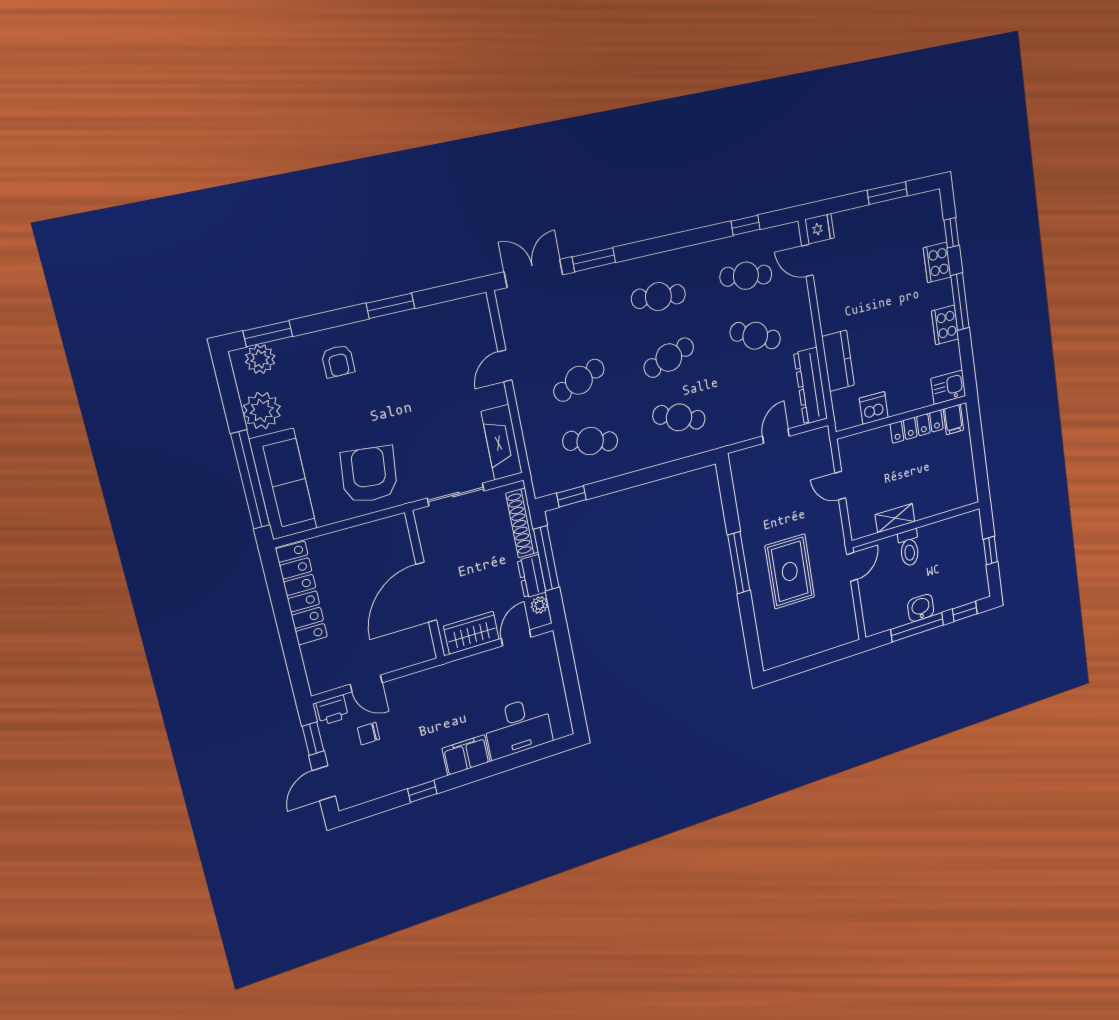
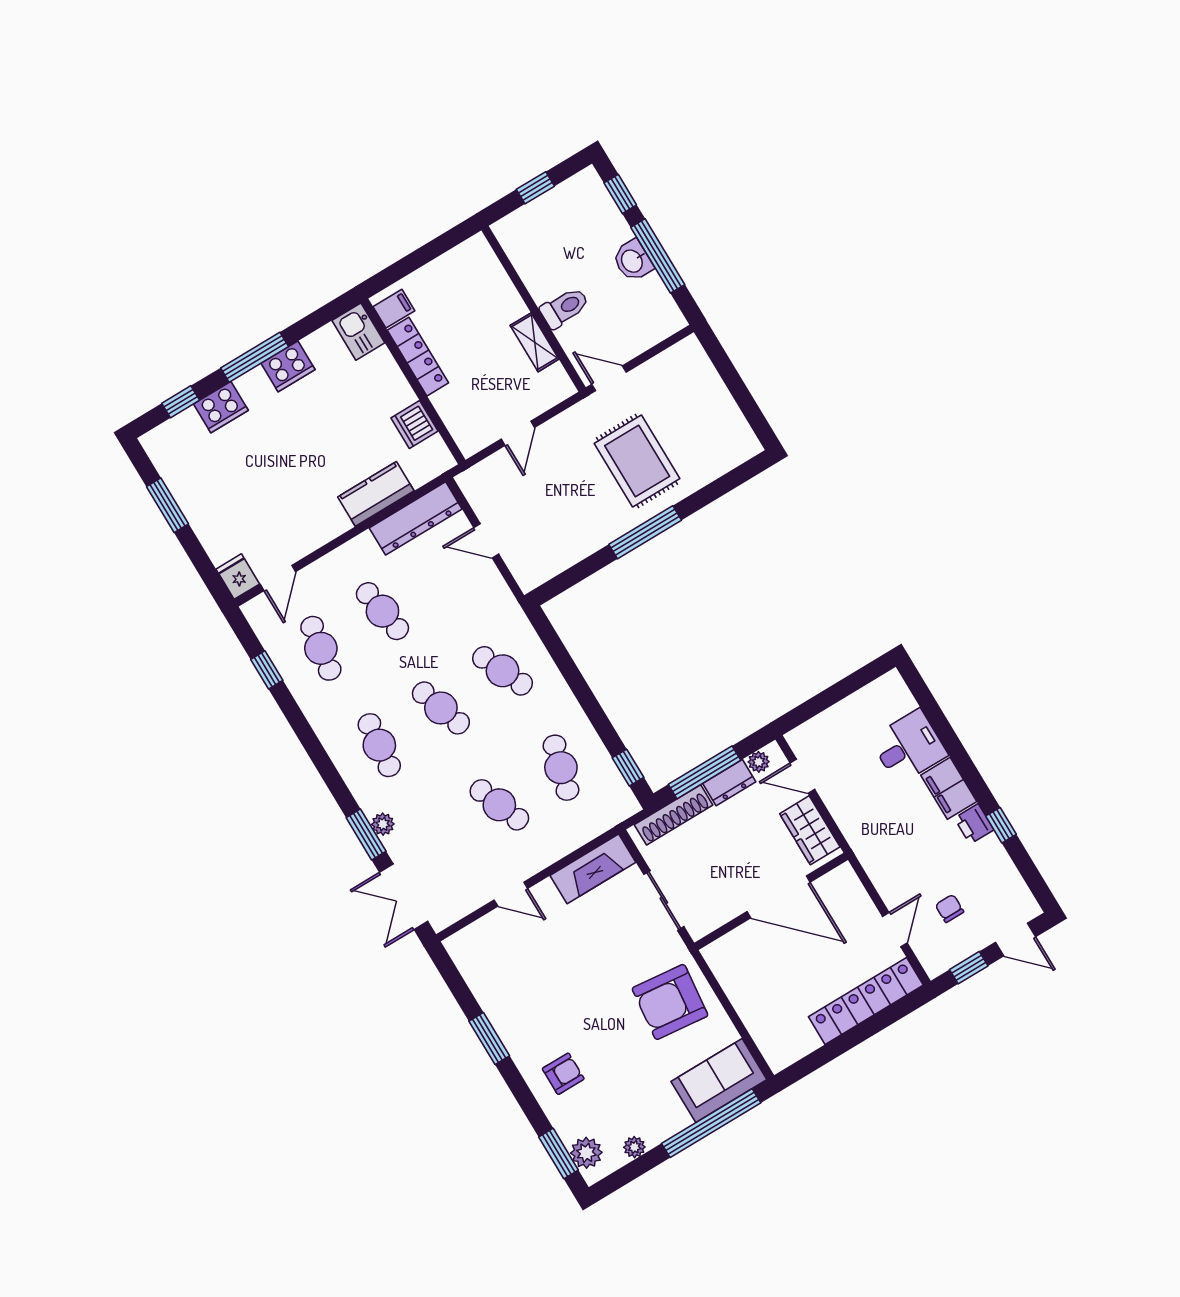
plant: (597, 277) -> (383, 824), added
cafe table: (755, 336) -> (382, 611), turned -33
plant: (262, 411) -> (634, 1147), width x0.53, depth x0.53
cafe table: (679, 417) -> (503, 671), turned -45
sofa: (283, 484) -> (719, 1081), width x0.73
rug: (790, 571) -> (637, 461), turned 90
locker: (302, 593) -> (866, 1001), moved
printer: (332, 710) -> (974, 824), moved, turned 180
desk: (518, 727) -> (909, 747), width x0.73
chair: (369, 734) -> (949, 908), turned 180

